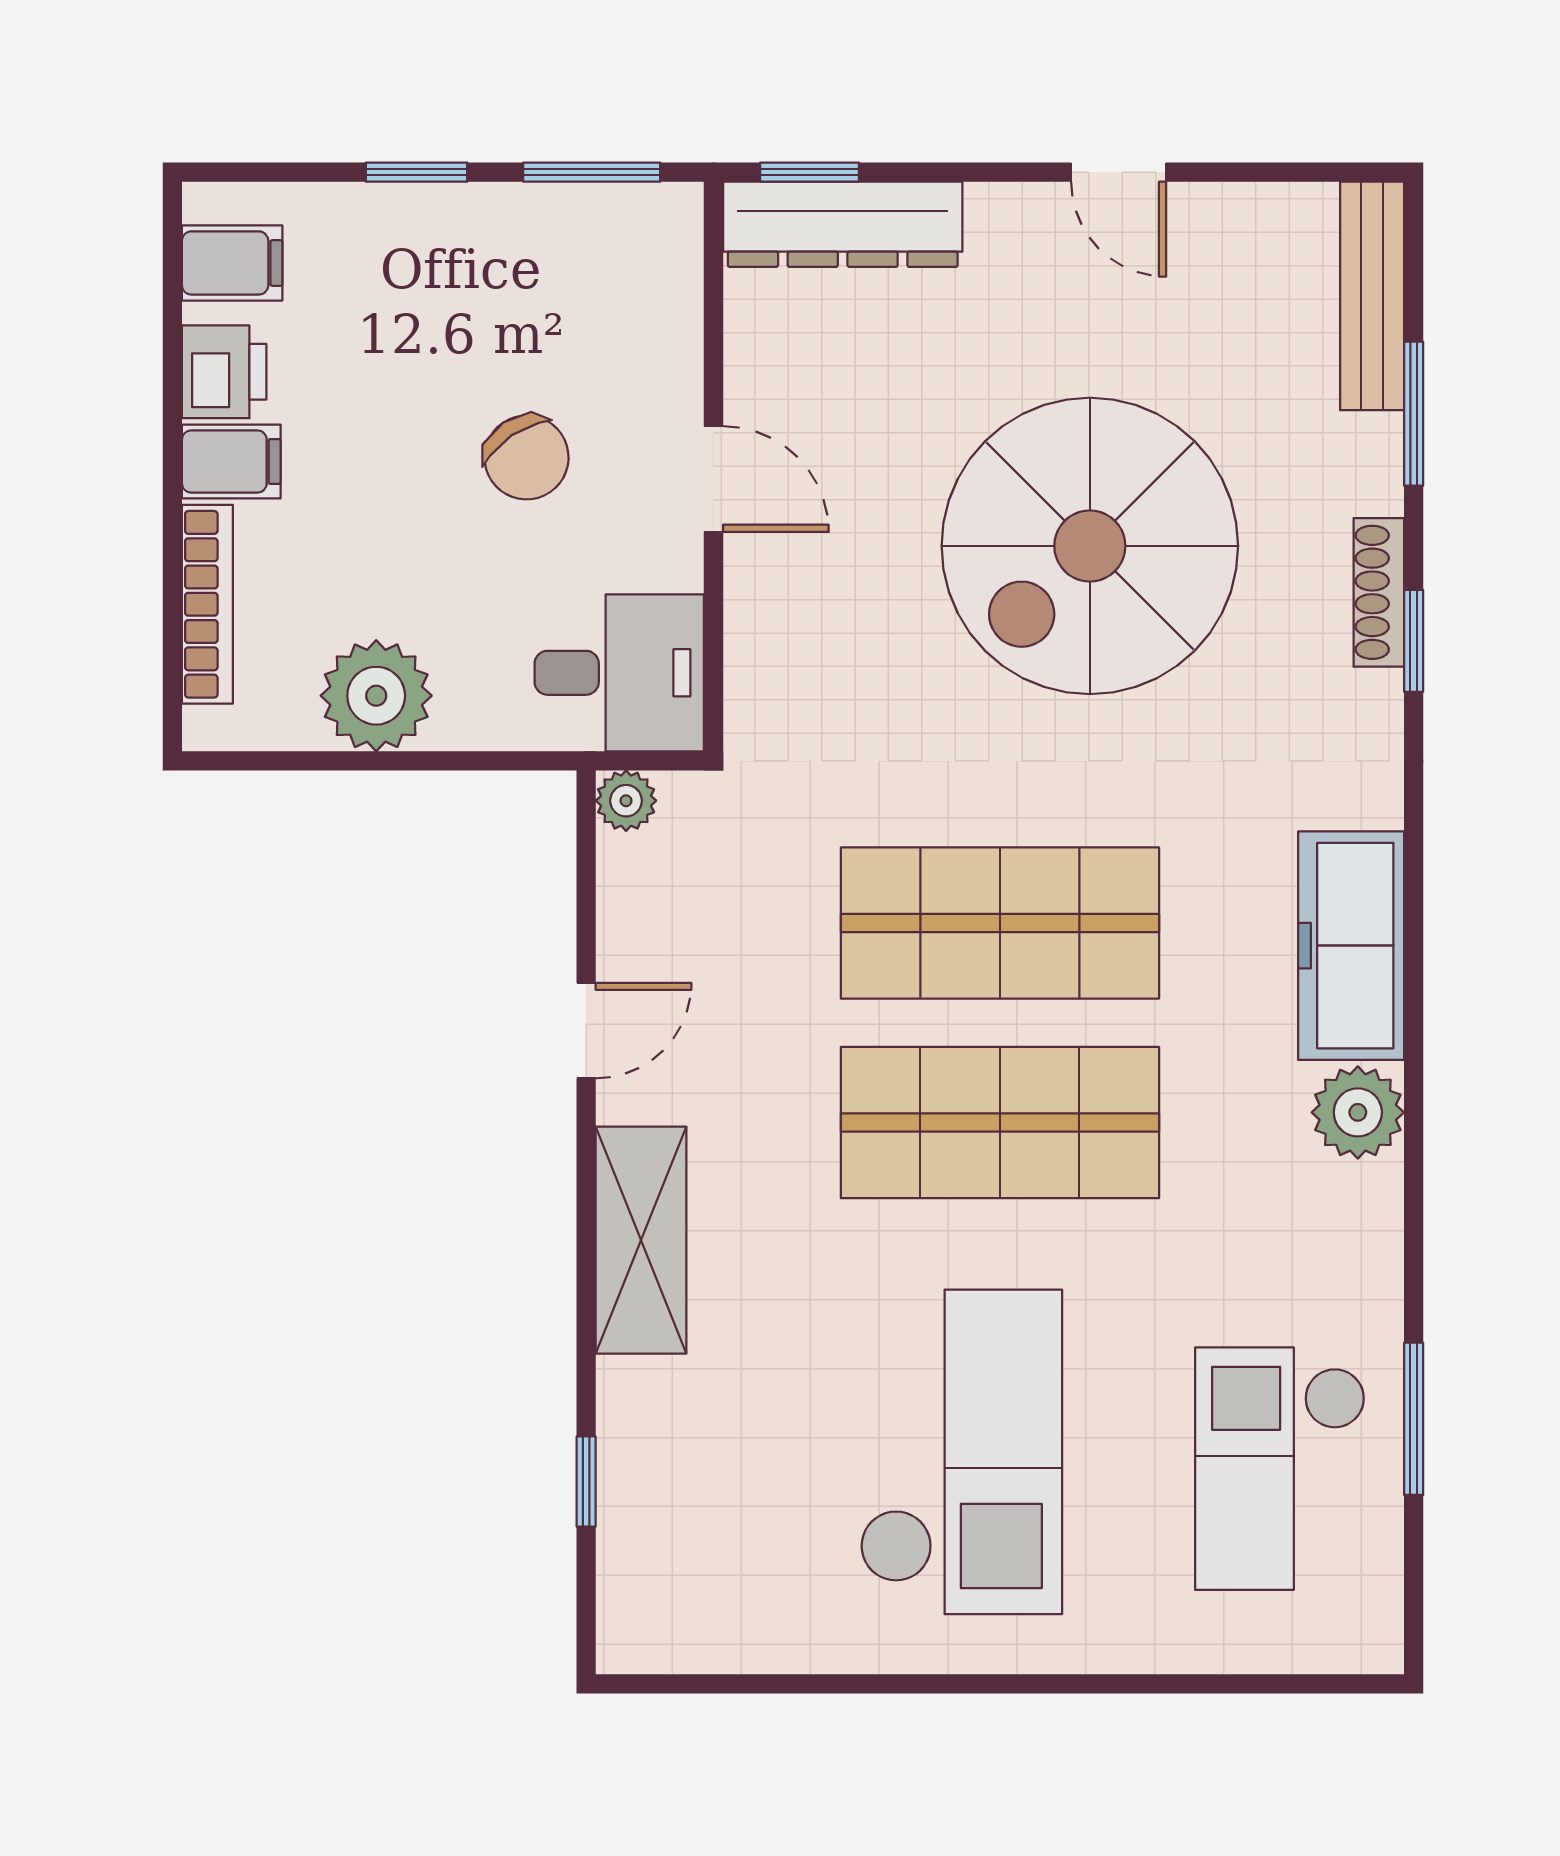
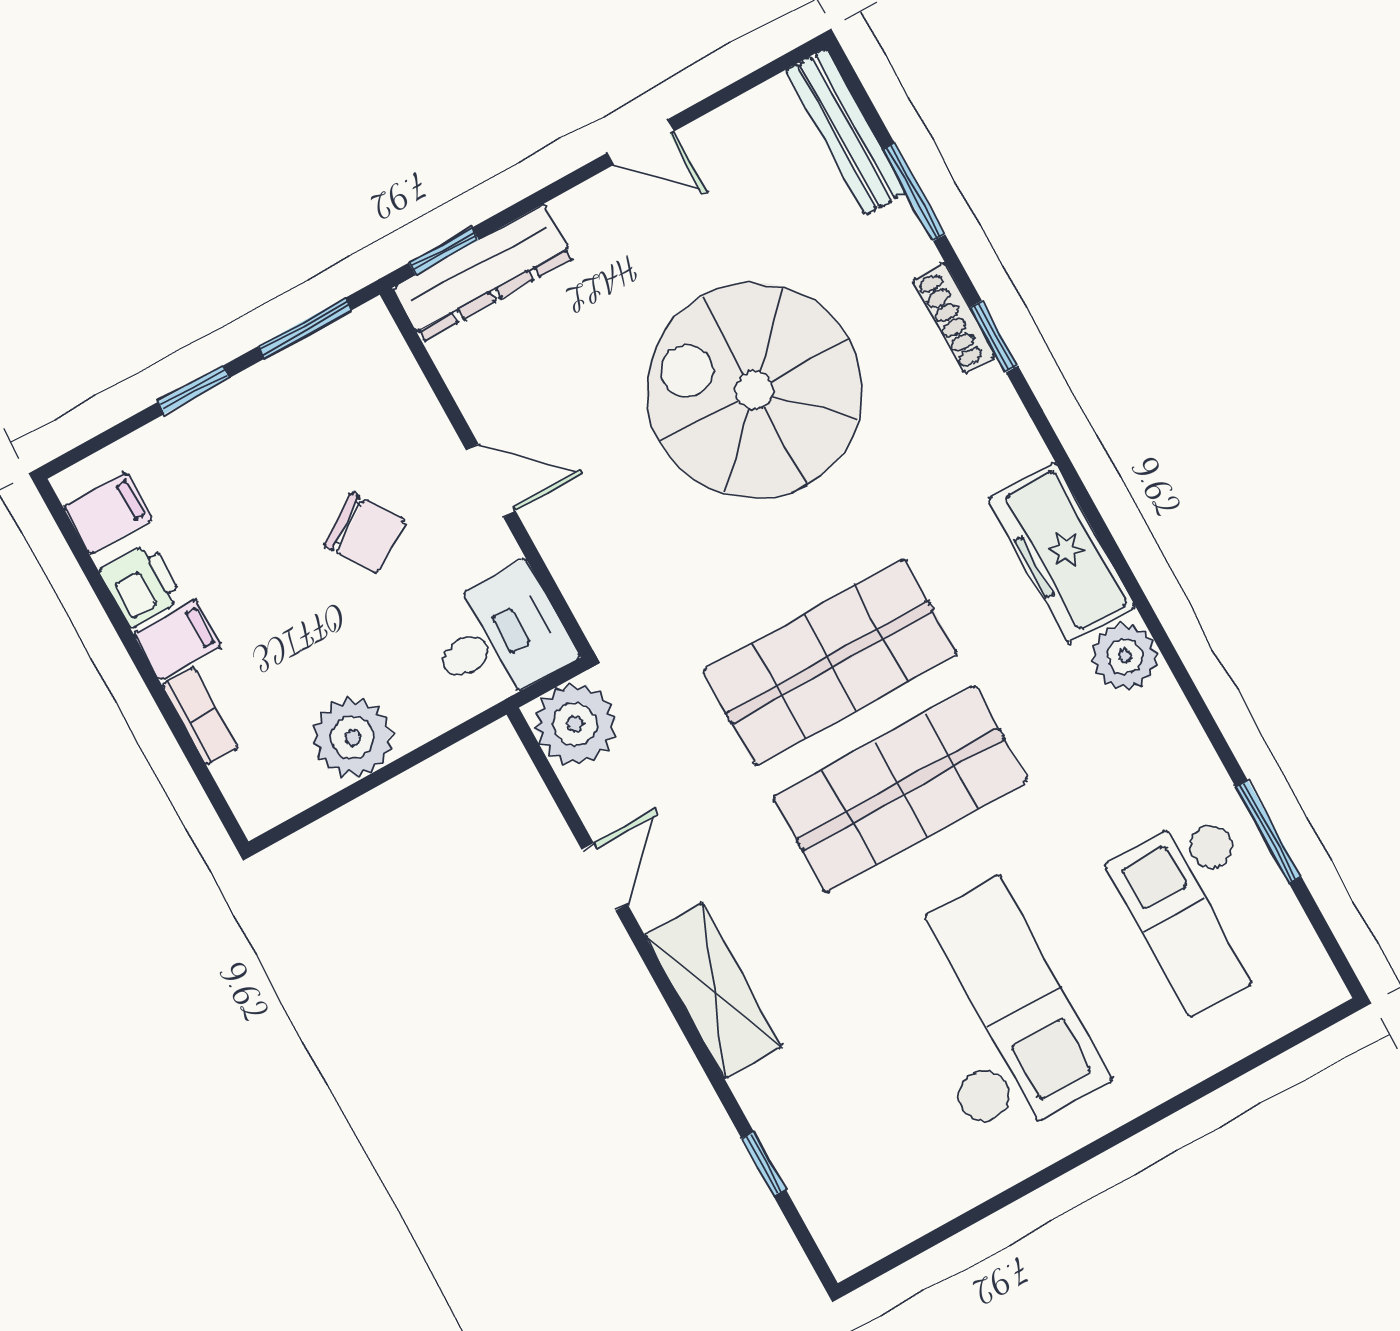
spiral stairs: (1090, 546) -> (754, 390), turned 90
bookcase: (207, 604) -> (200, 716), width x0.64
plant: (626, 801) -> (575, 724), width x1.88, depth x1.88

